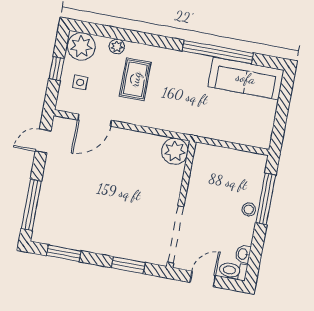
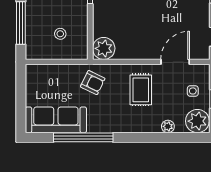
rug: (135, 79) -> (141, 90), moved
armchair: (195, 114) -> (93, 83), added
stool: (249, 209) -> (60, 34), moved

